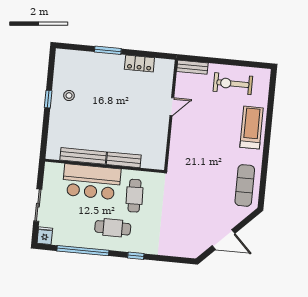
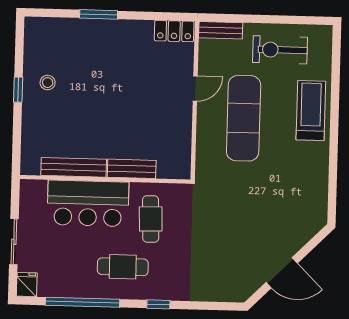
locker: (139, 64) -> (174, 31), moved
exercise mat: (245, 185) -> (244, 118), moved, width x1.36, depth x1.45

